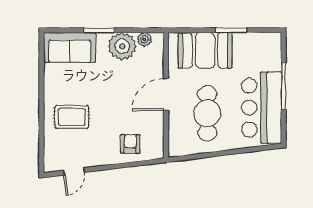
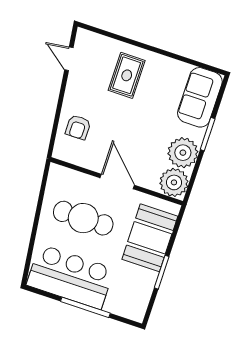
plant: (144, 39) -> (174, 182), width x1.87, depth x1.87
armchair: (130, 144) -> (78, 127), turned 89

